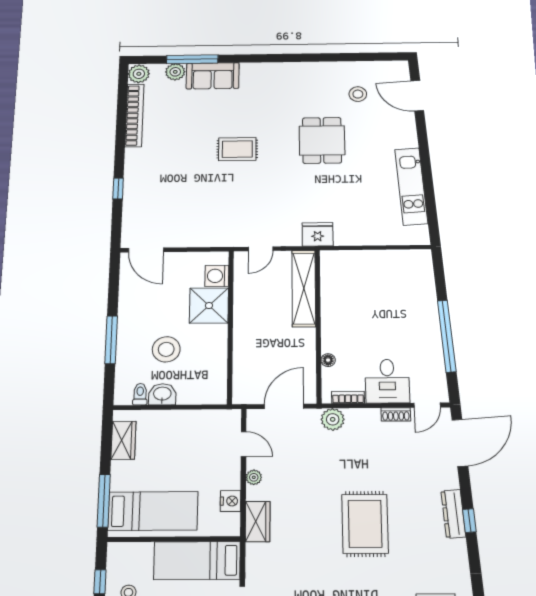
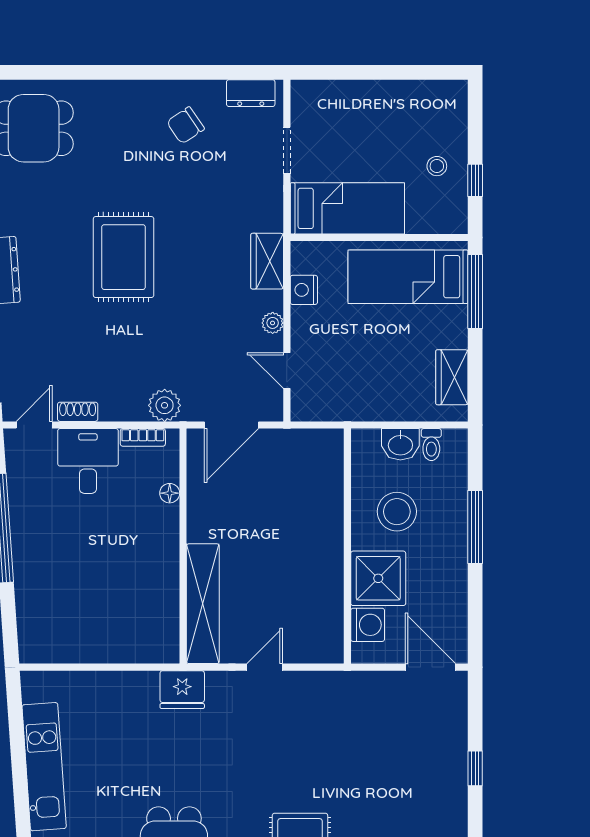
washing machine: (217, 276) -> (368, 625), moved
shower: (209, 306) -> (378, 578), moved
wall: (230, 326) -> (347, 546), moved

